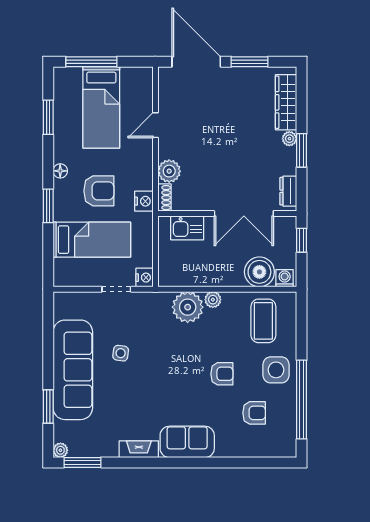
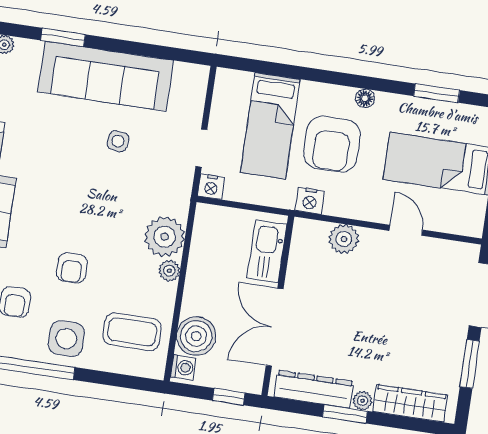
armchair: (99, 191) -> (332, 144), width x1.36, depth x1.36
dresser: (288, 191) -> (314, 389), width x1.96, depth x1.24
shoe rack: (164, 198) -> (310, 228), removed
window: (48, 206) -> (322, 76), removed
kitchen sink: (187, 228) -> (267, 251), width x1.38

